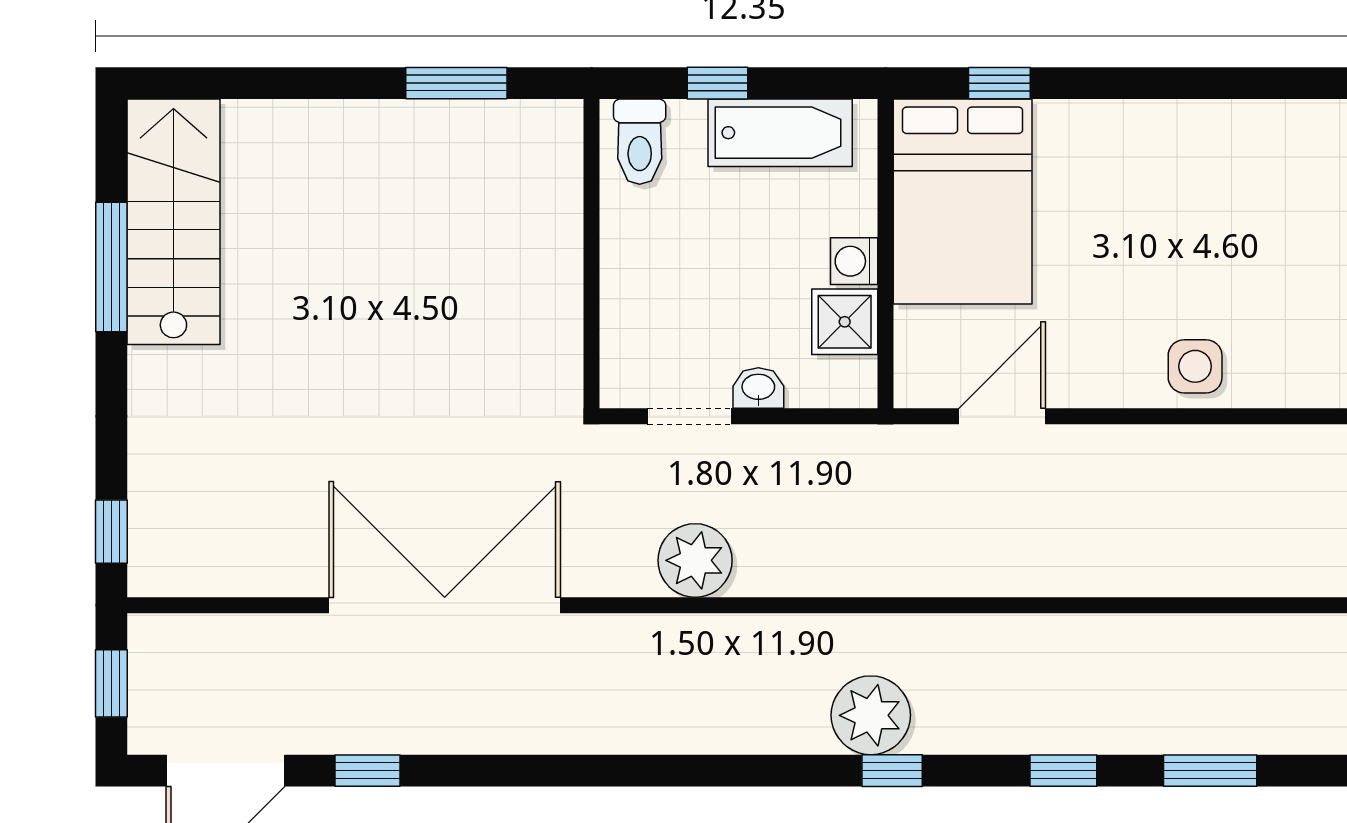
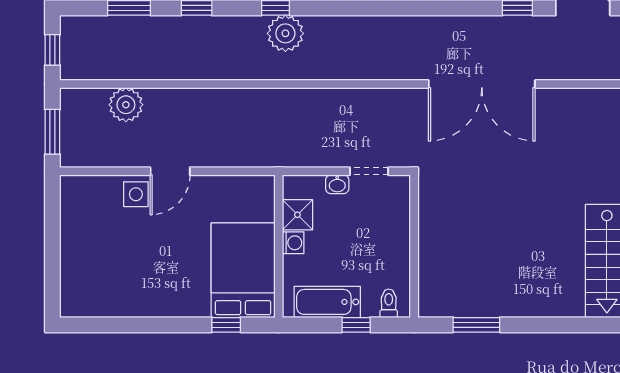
toilet: (640, 142) -> (389, 303), width x0.73, depth x0.72
door: (1002, 416) -> (170, 171), moved
plant: (695, 560) -> (126, 105), moved

